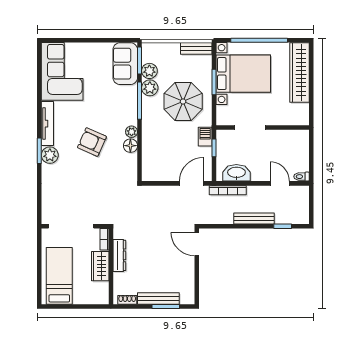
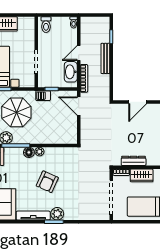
toilet: (299, 140) -> (46, 25), added
floor lamp: (130, 146) -> (29, 152), moved
door: (280, 183) -> (79, 53), moved
door: (197, 244) -> (138, 102), moved

